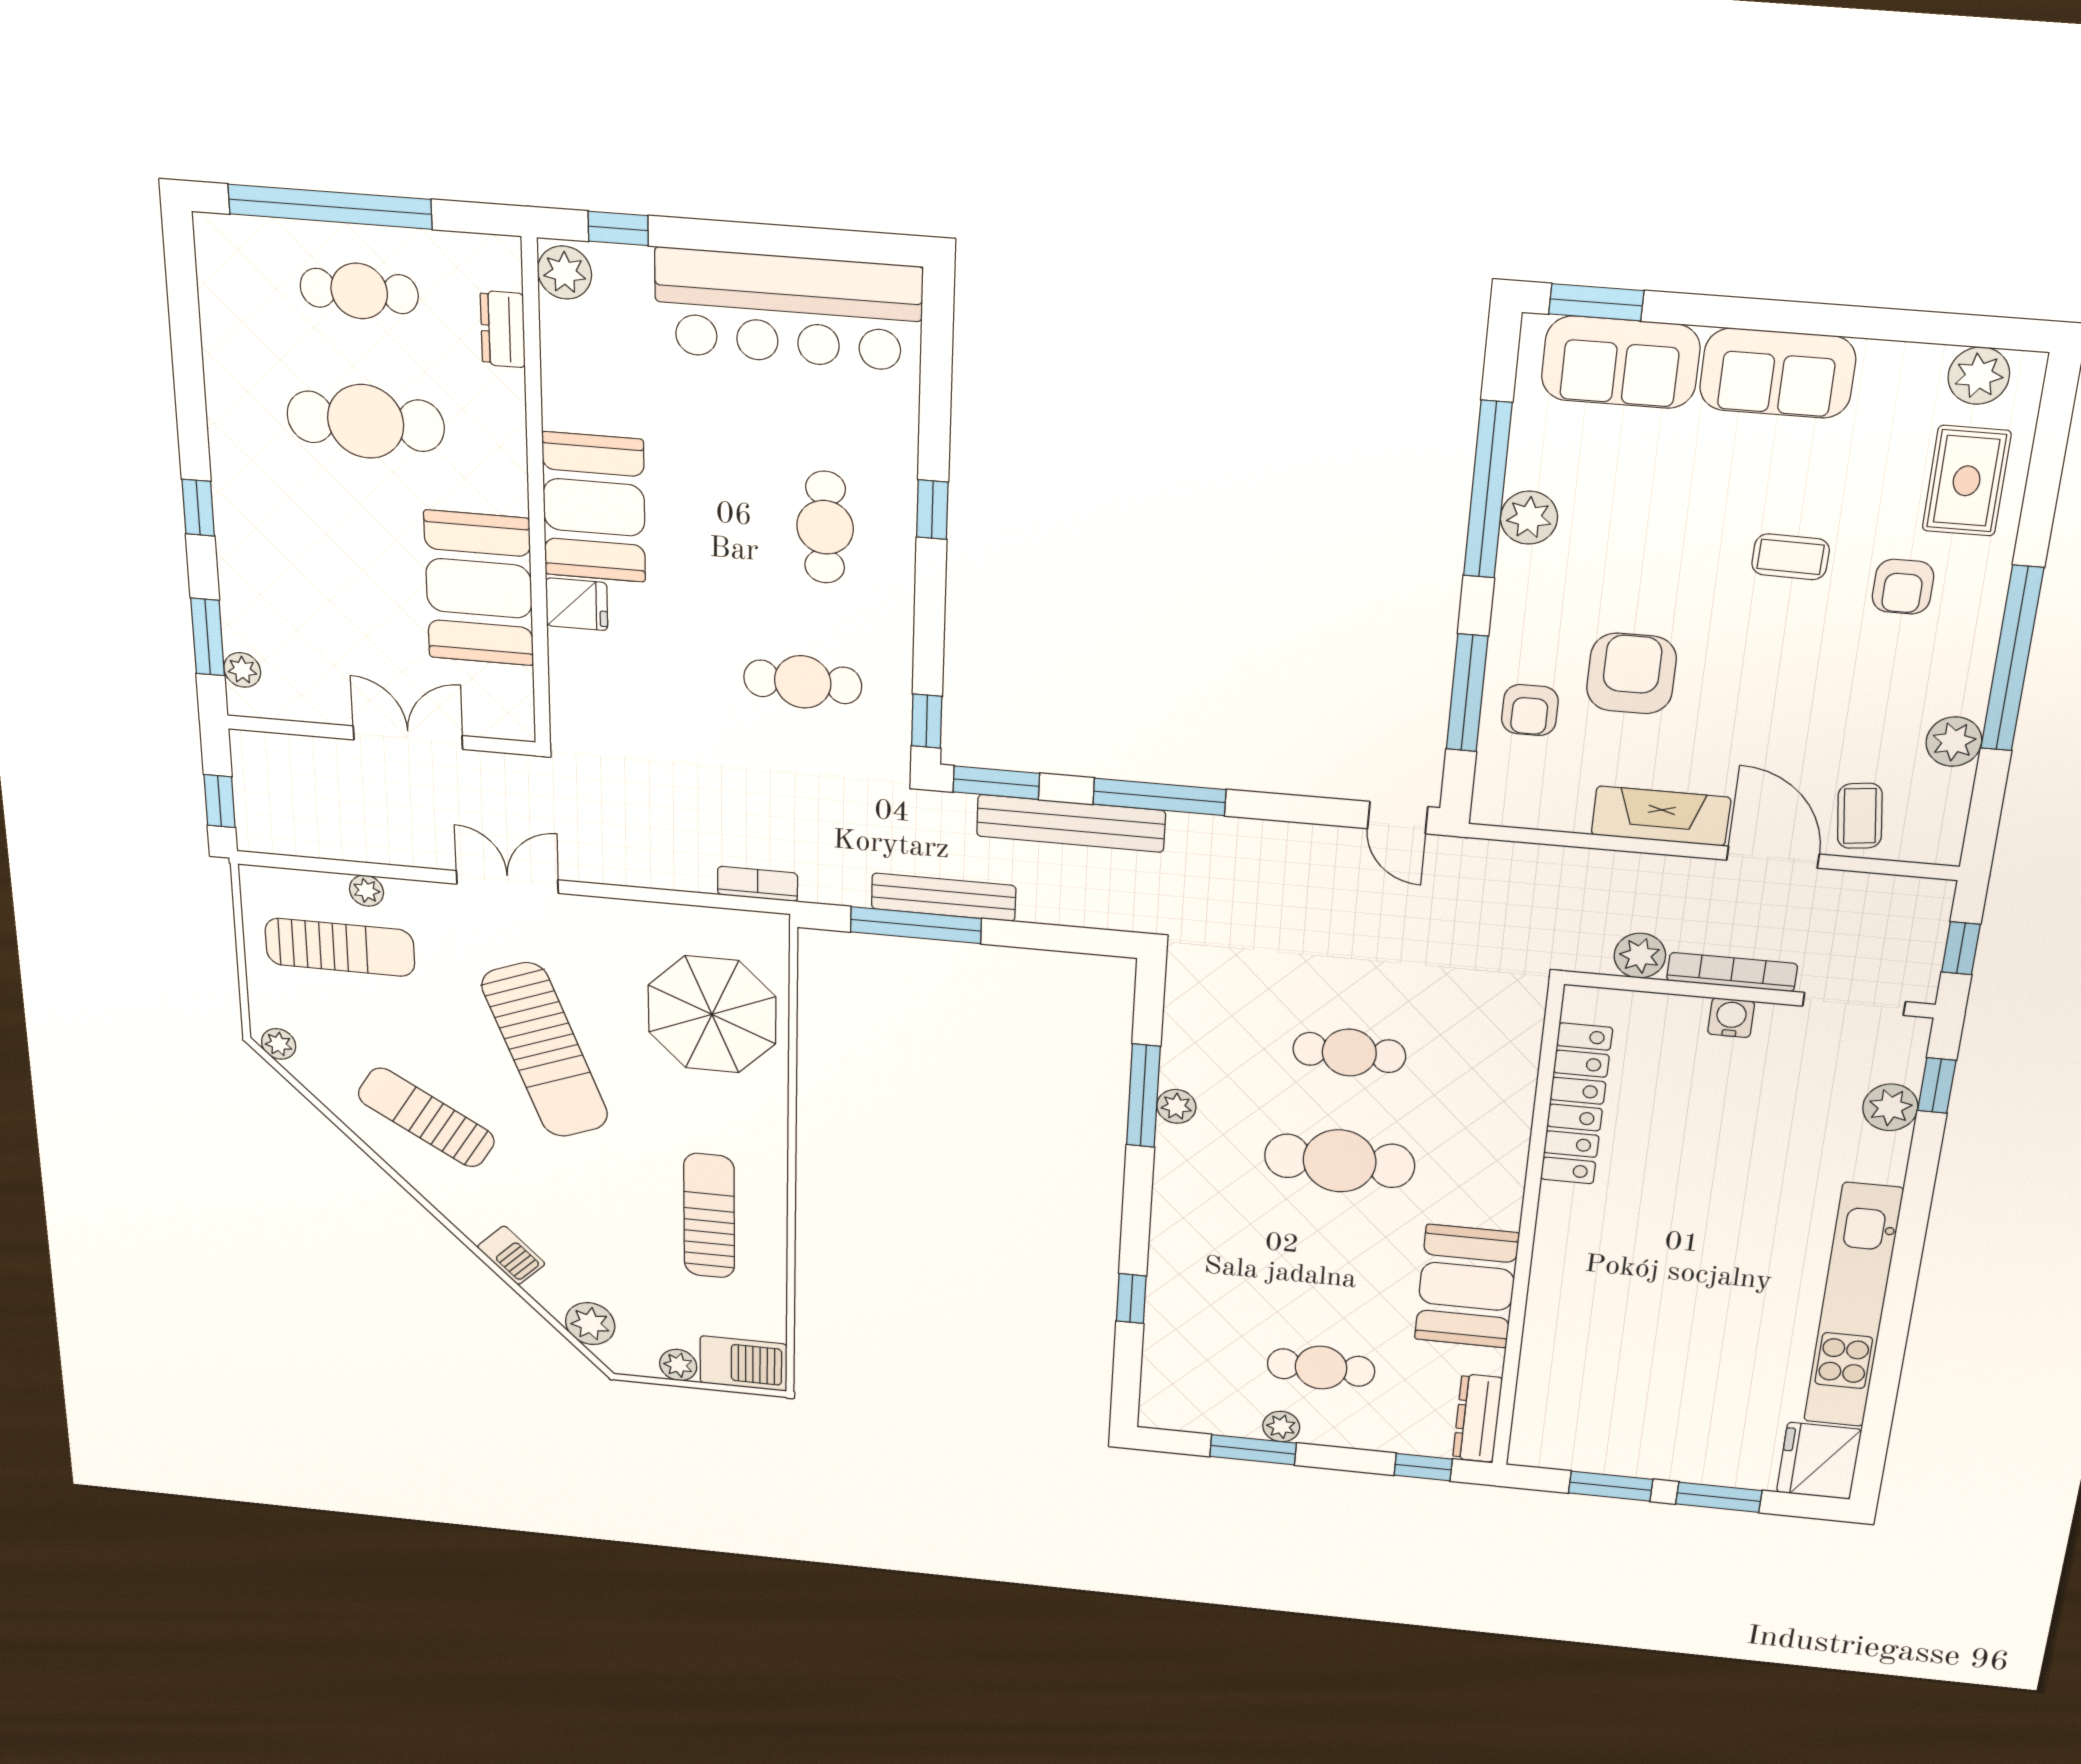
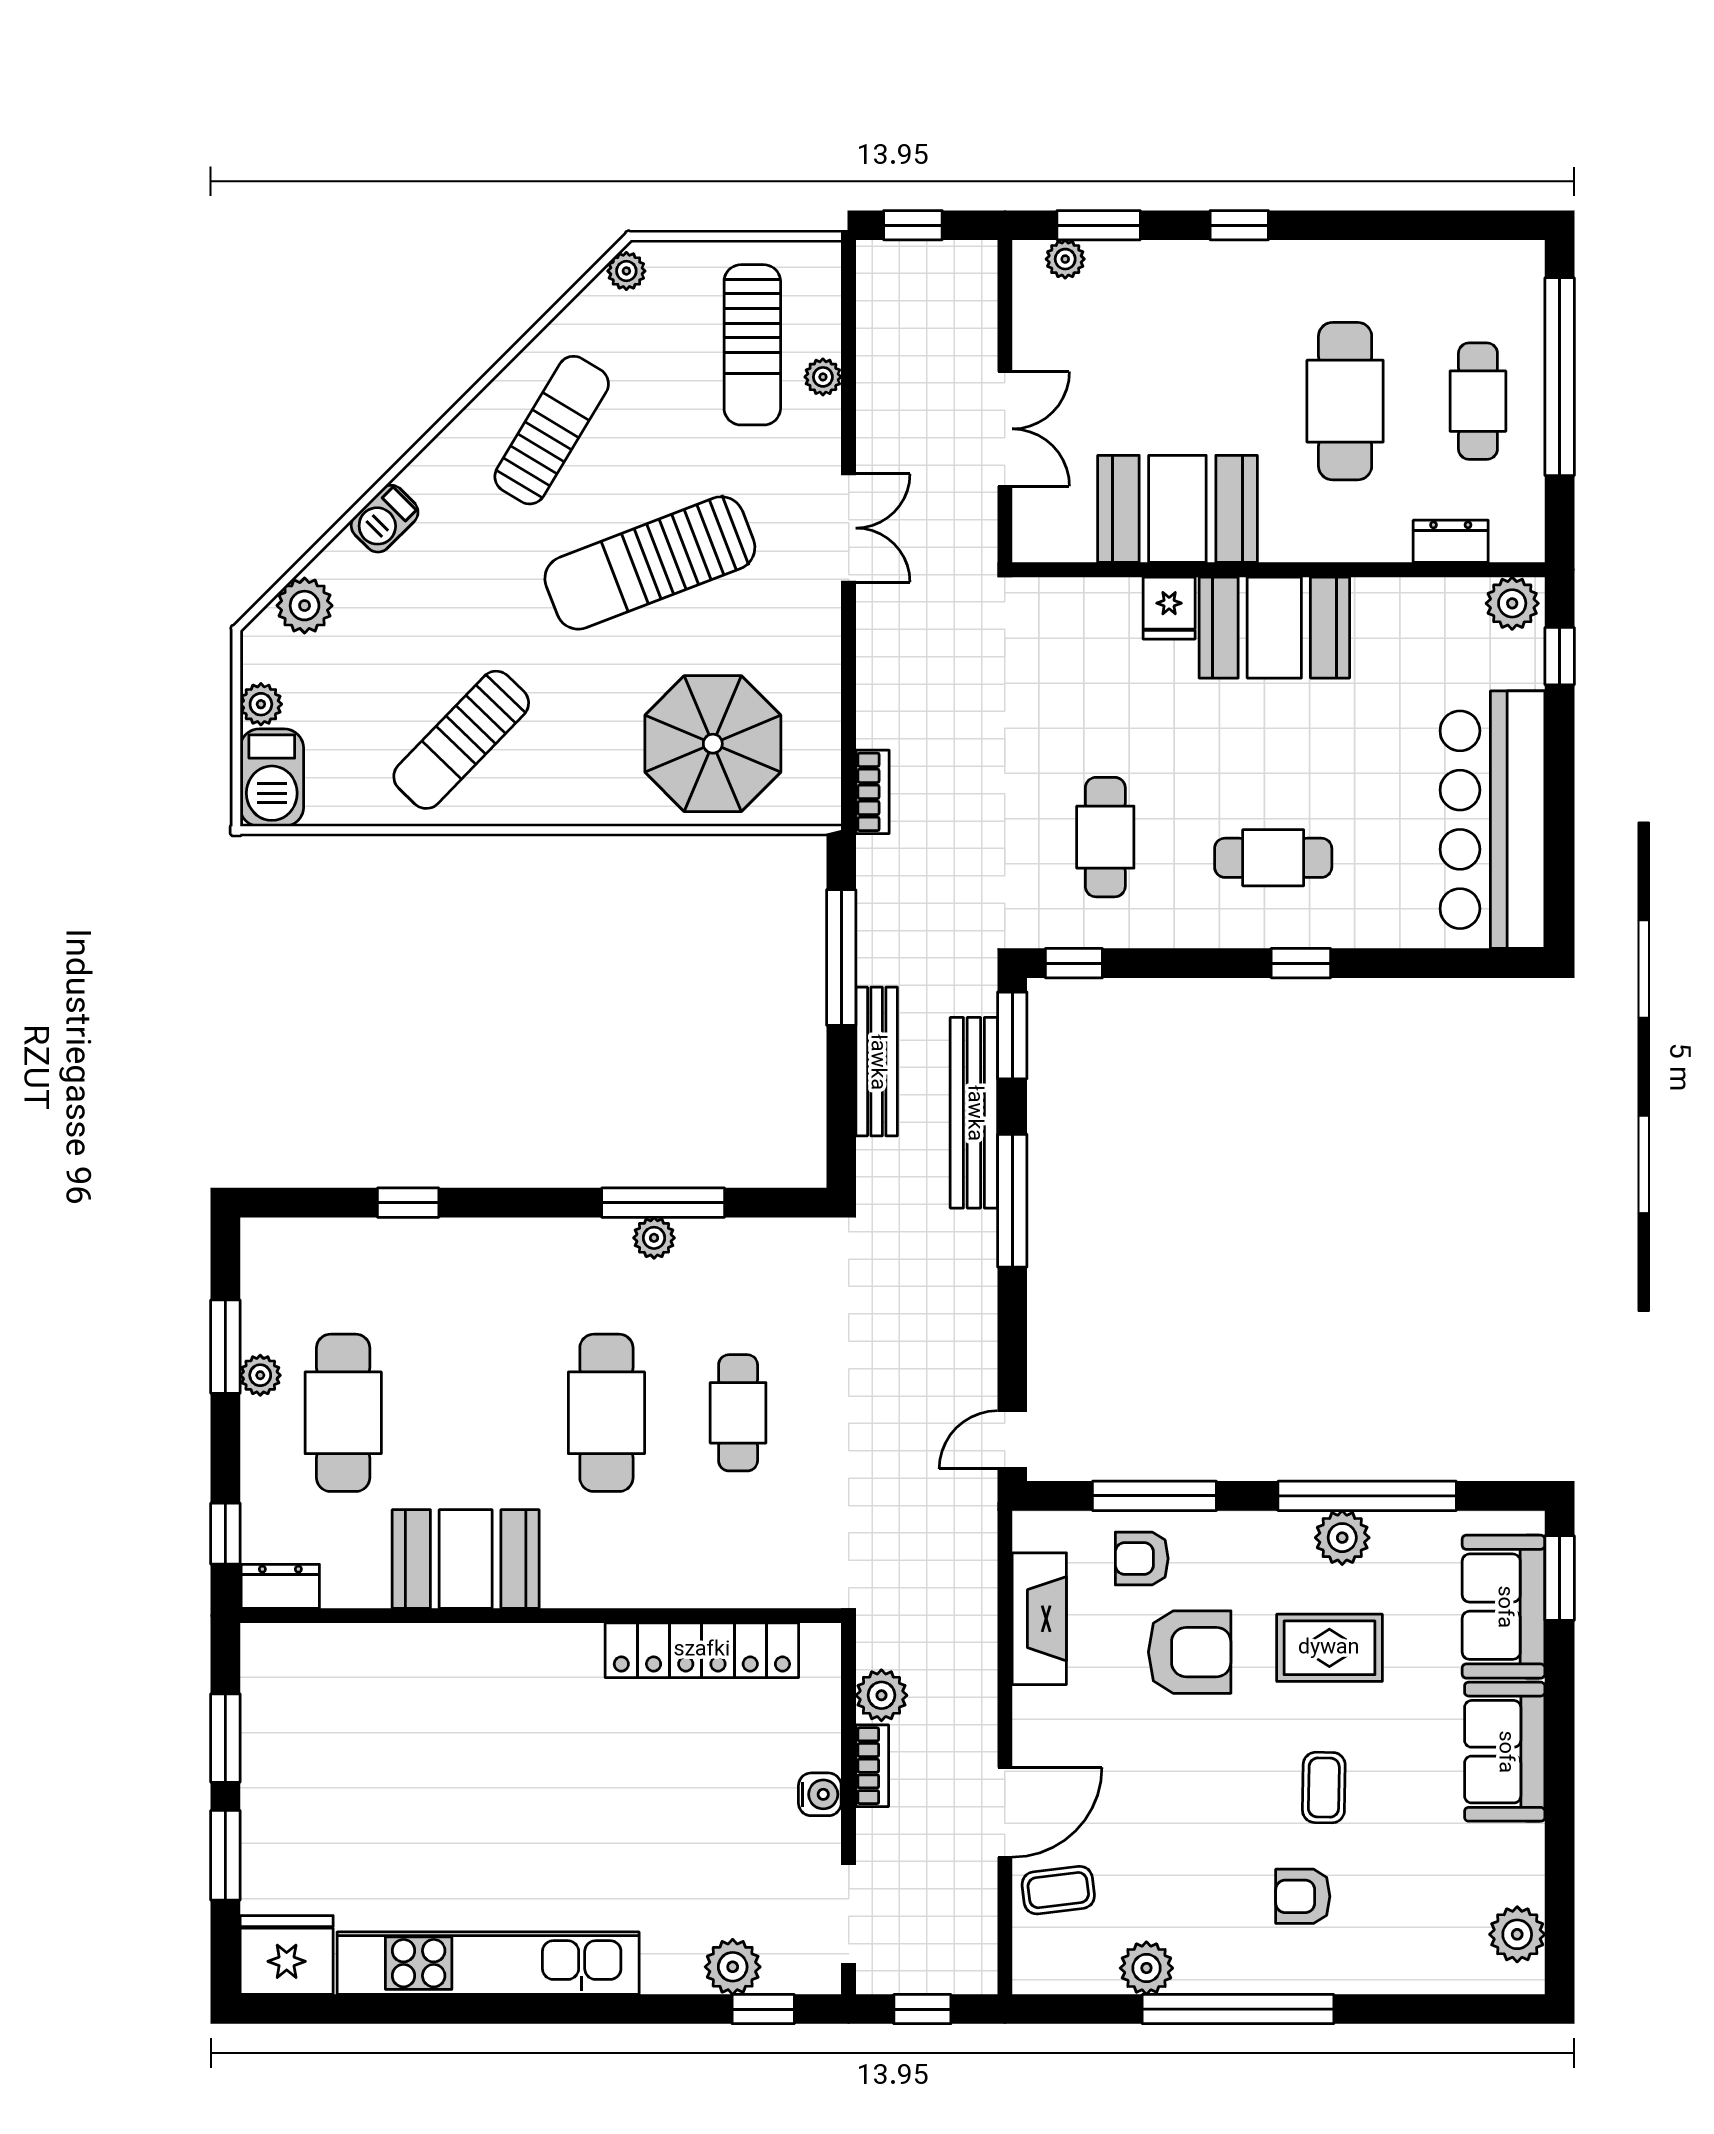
rug: (1967, 481) -> (1329, 1648), moved
fireplace: (1661, 816) -> (1039, 1619), moved
bench: (944, 897) -> (877, 1062), moved
bookcase: (1732, 972) -> (872, 1766), width x0.64
sun lounger: (709, 1216) -> (461, 740), turned 134
cafe table: (1321, 1368) -> (343, 1413), width x1.37, depth x1.35
dresser: (1477, 1418) -> (280, 1586), width x0.70

